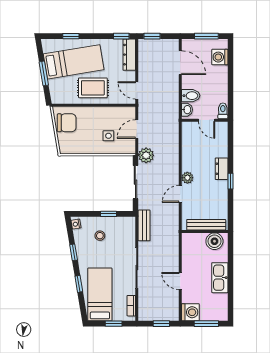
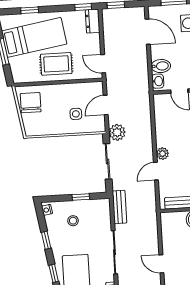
dresser: (129, 55) -> (93, 21), width x0.70
chair: (67, 123) -> (31, 103), turned -90

